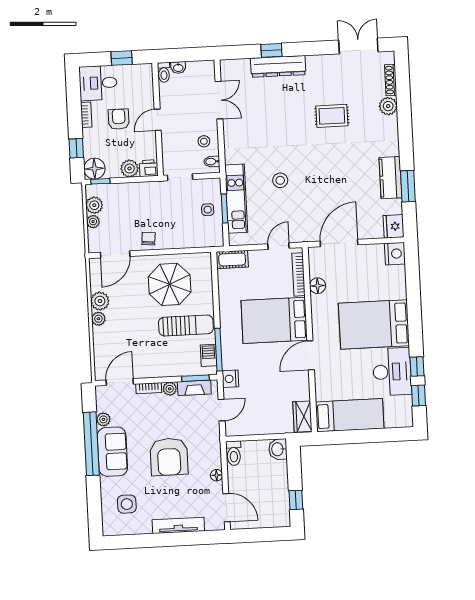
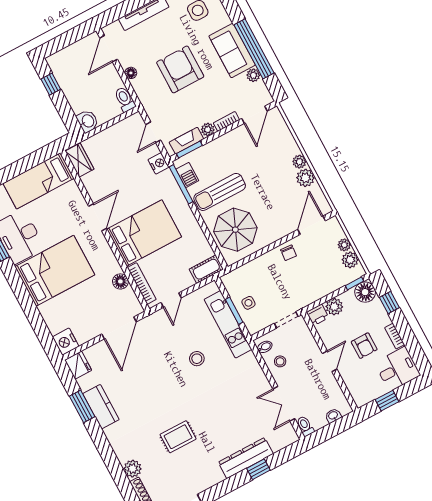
toilet: (164, 72) -> (305, 426), moved
parasol: (170, 284) -> (235, 230), moved
door: (227, 508) -> (109, 49), hinge flipped

